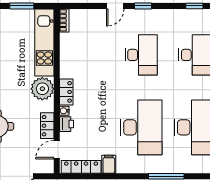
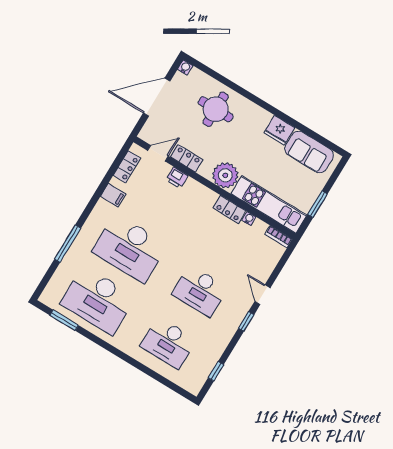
locker: (66, 92) -> (229, 209), moved
water cooler: (64, 111) -> (249, 219), moved
door: (57, 150) -> (158, 153), hinge flipped
locker: (81, 167) -> (127, 167), width x0.66

